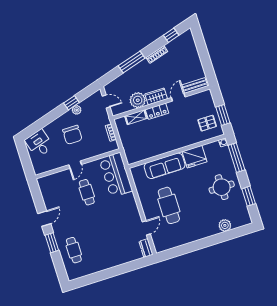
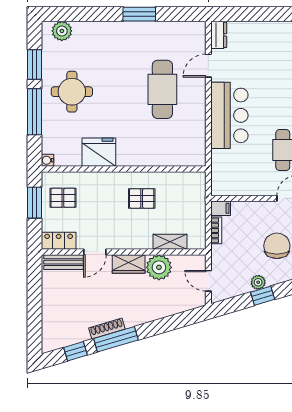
window: (132, 62) -> (116, 339), moved
locker: (157, 111) -> (59, 241), moved
pallet: (161, 137) -> (142, 198), added
filing cabinet: (112, 146) -> (221, 208), added
window: (236, 158) -> (34, 112), moved
sofa: (165, 166) -> (149, 153), removed
bar counter: (116, 175) -> (229, 115), moved
plant: (225, 225) -> (62, 31), moved
window: (196, 245) -> (139, 14), added

